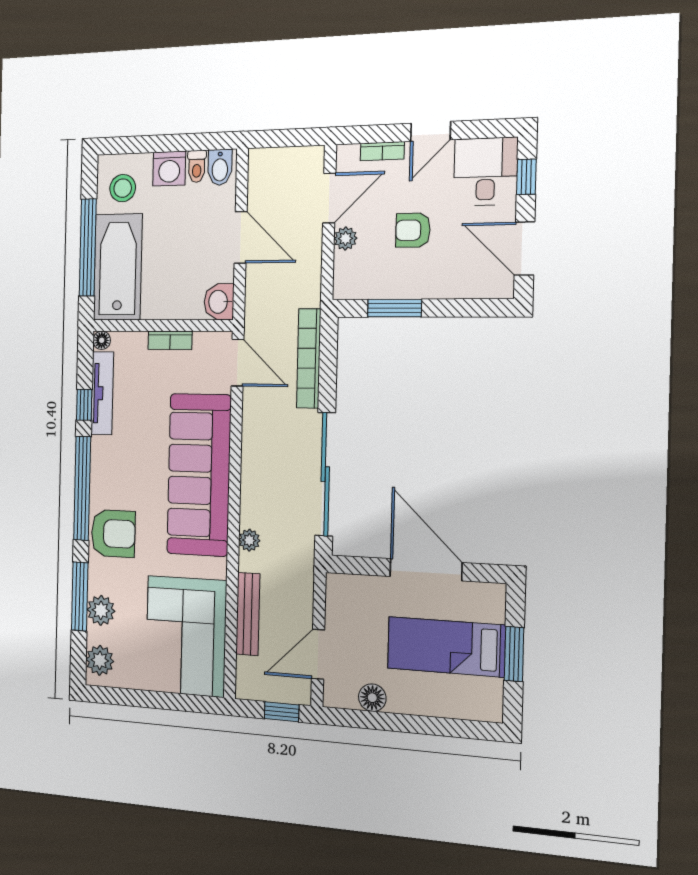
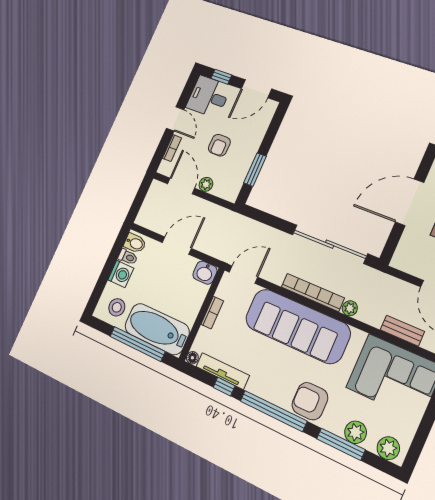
bookcase: (309, 358) -> (313, 292), moved, turned 180
armchair: (113, 533) -> (310, 401), turned -90
bench: (248, 614) -> (402, 331), width x0.73

